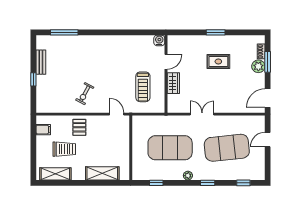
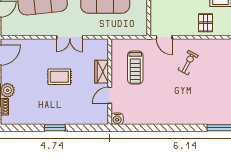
rug: (218, 61) -> (59, 77), moved
treadmill: (143, 87) -> (135, 68), turned 180
exercise bike: (85, 94) -> (188, 63), moved

